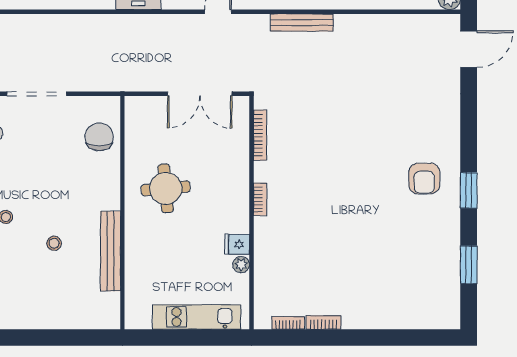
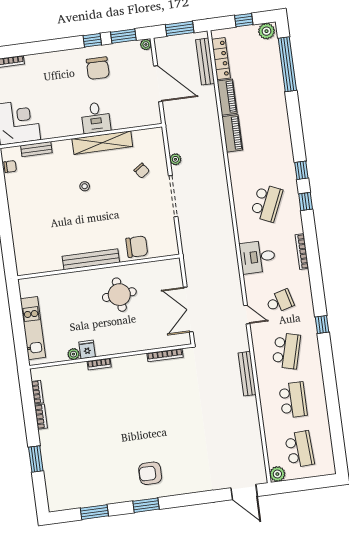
chair: (99, 137) -> (137, 247), moved
bookcase: (260, 199) -> (99, 364), moved
stool: (54, 243) -> (71, 222), removed
bench: (110, 251) -> (91, 259), moved
window: (382, 338) -> (36, 459), added

